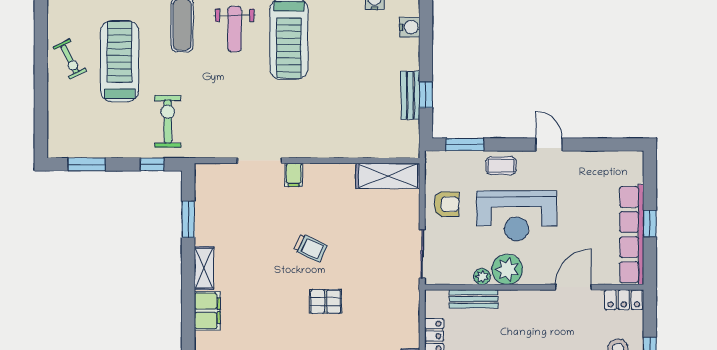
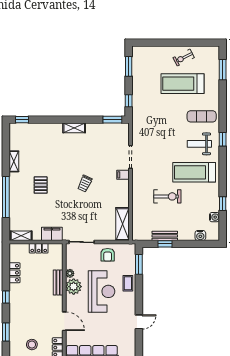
treadmill: (120, 61) -> (183, 84), turned 180
exercise bike: (168, 121) -> (167, 196), moved
door: (549, 144) -> (139, 322), moved
reception desk: (516, 216) -> (102, 291), turned 180
window: (188, 219) -> (112, 120), moved
bench: (474, 299) -> (58, 282), moved
pallet: (326, 302) -> (41, 185), moved
filing cabinet: (207, 311) -> (52, 234), moved, turned 180

